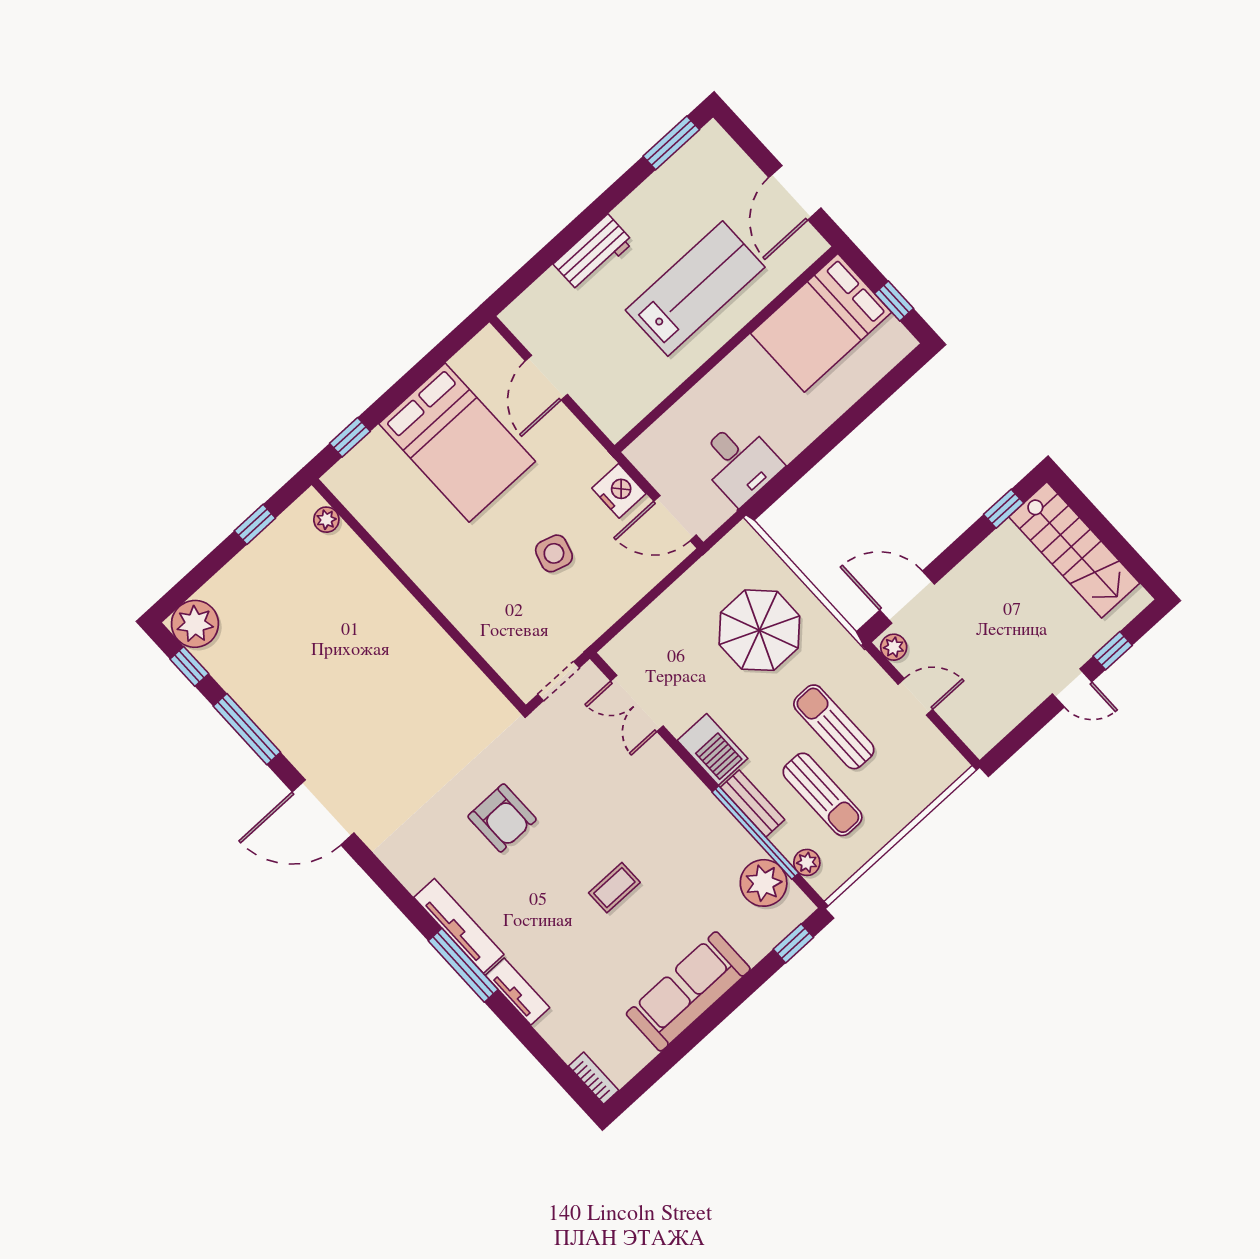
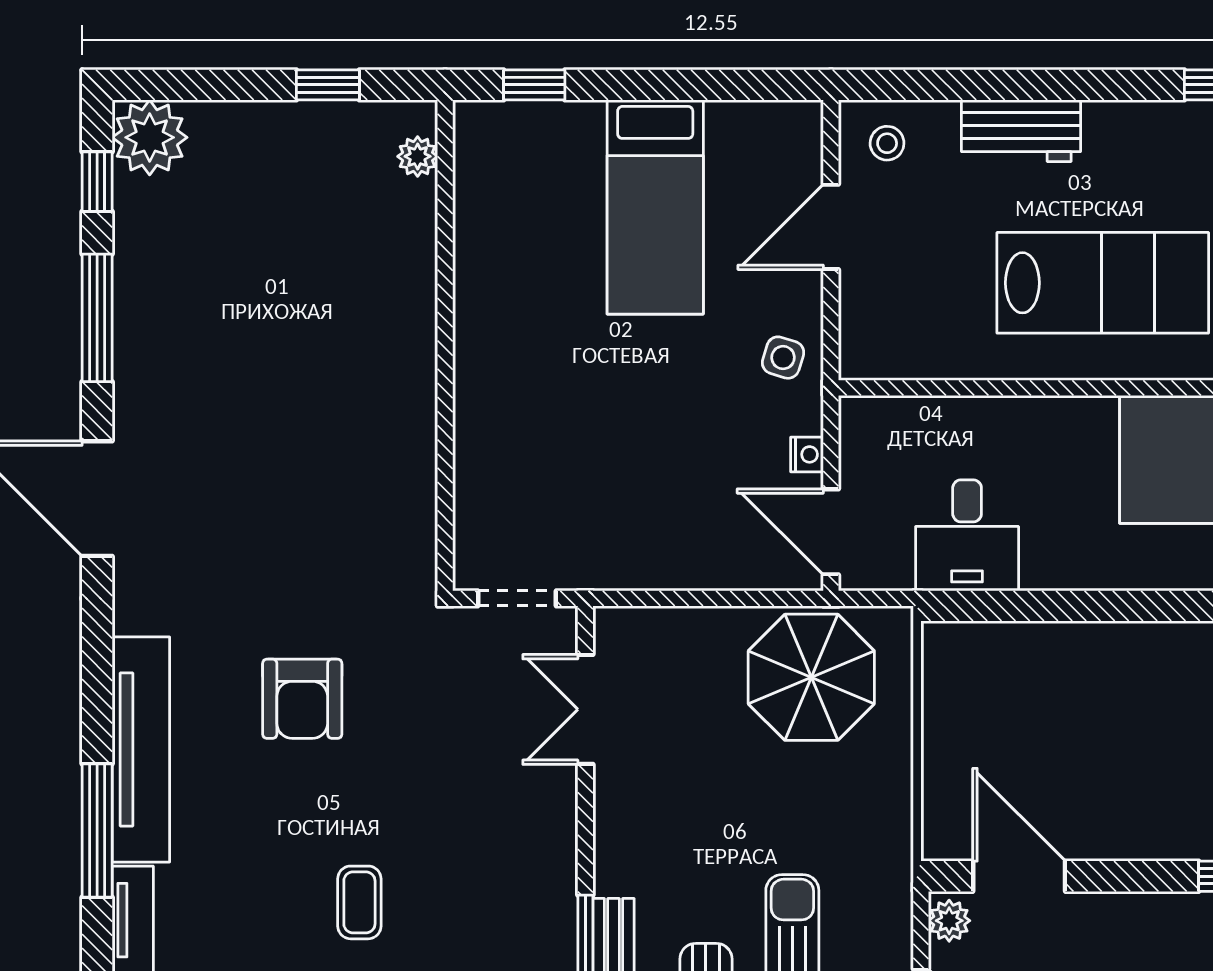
stool: (537, 315) -> (887, 143), added
bed: (457, 443) -> (655, 207), width x0.67
nightstand: (619, 491) -> (807, 454), width x0.53, depth x0.56
side table: (554, 553) -> (783, 358), moved, width x0.73, depth x0.73
parasol: (759, 630) -> (811, 677), moved
barbecue: (713, 749) -> (625, 846), removed
coffee table: (614, 888) -> (359, 902), turned 90
tv unit: (459, 926) -> (141, 750), width x1.36, depth x1.29

